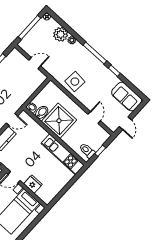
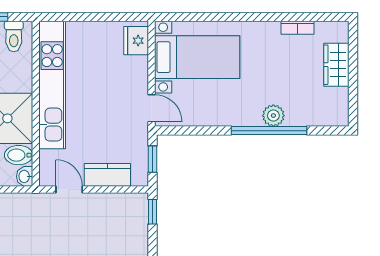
kitchen unit: (63, 154) -> (52, 85), width x1.36
fridge: (33, 184) -> (136, 41), moved

